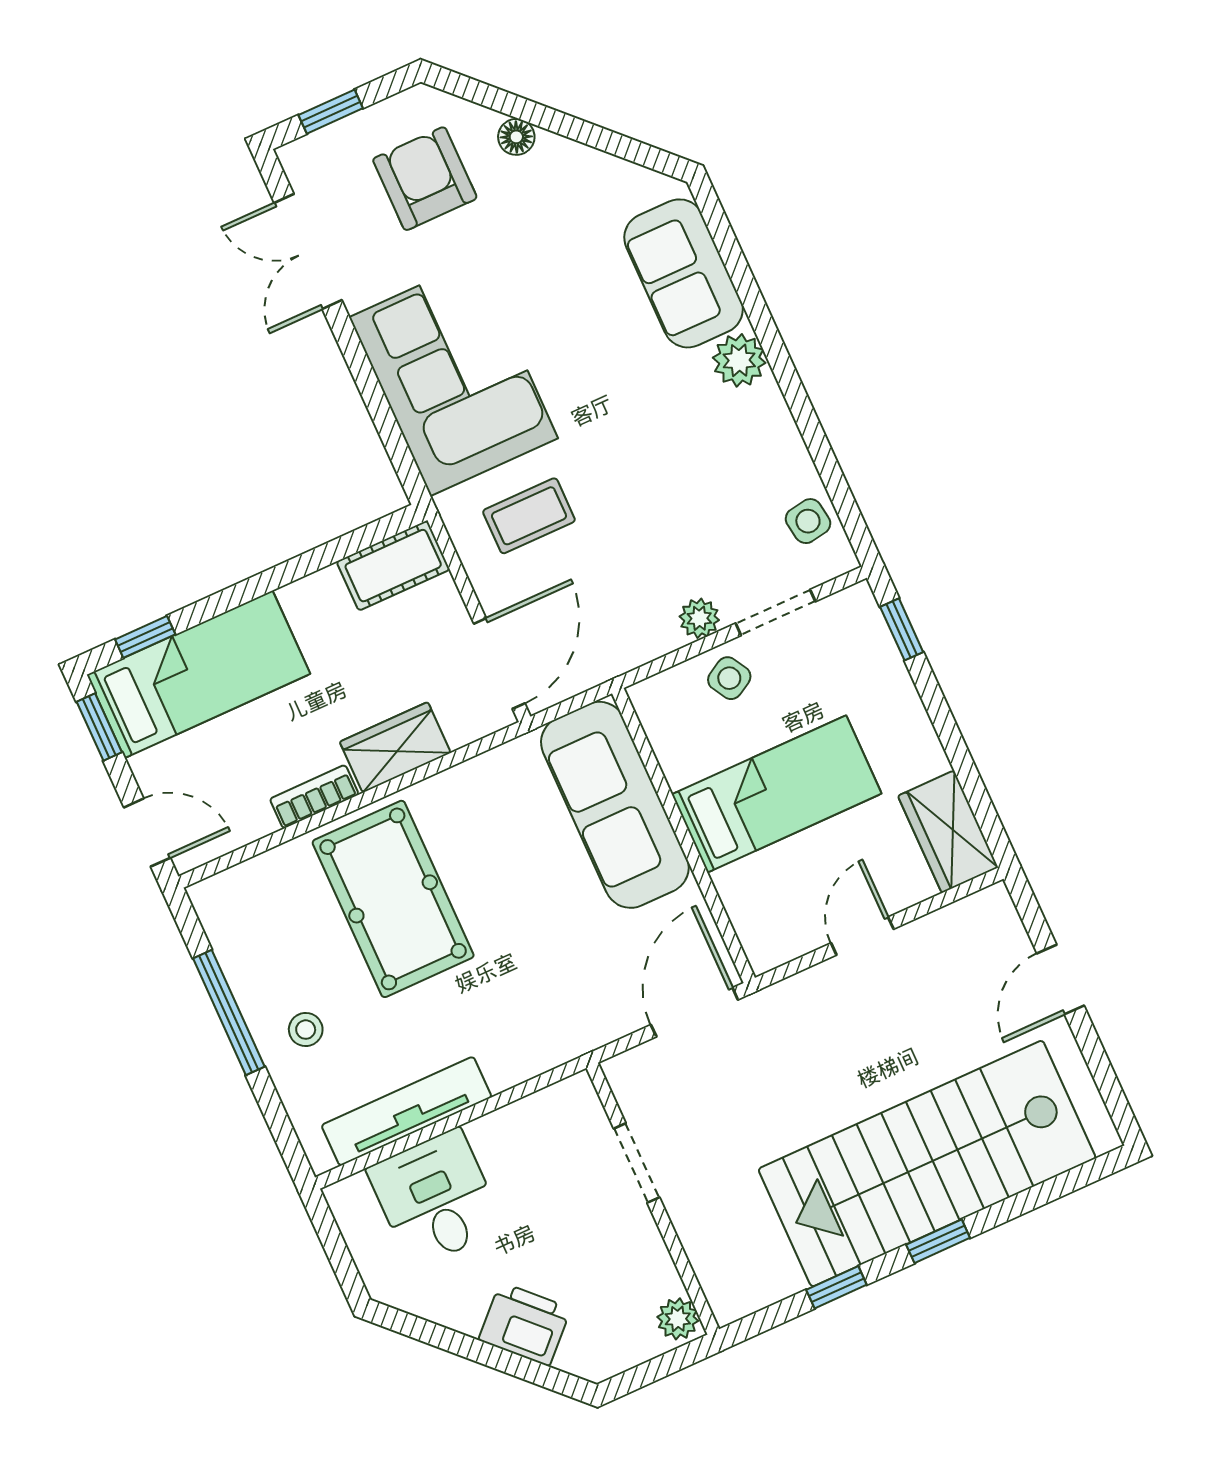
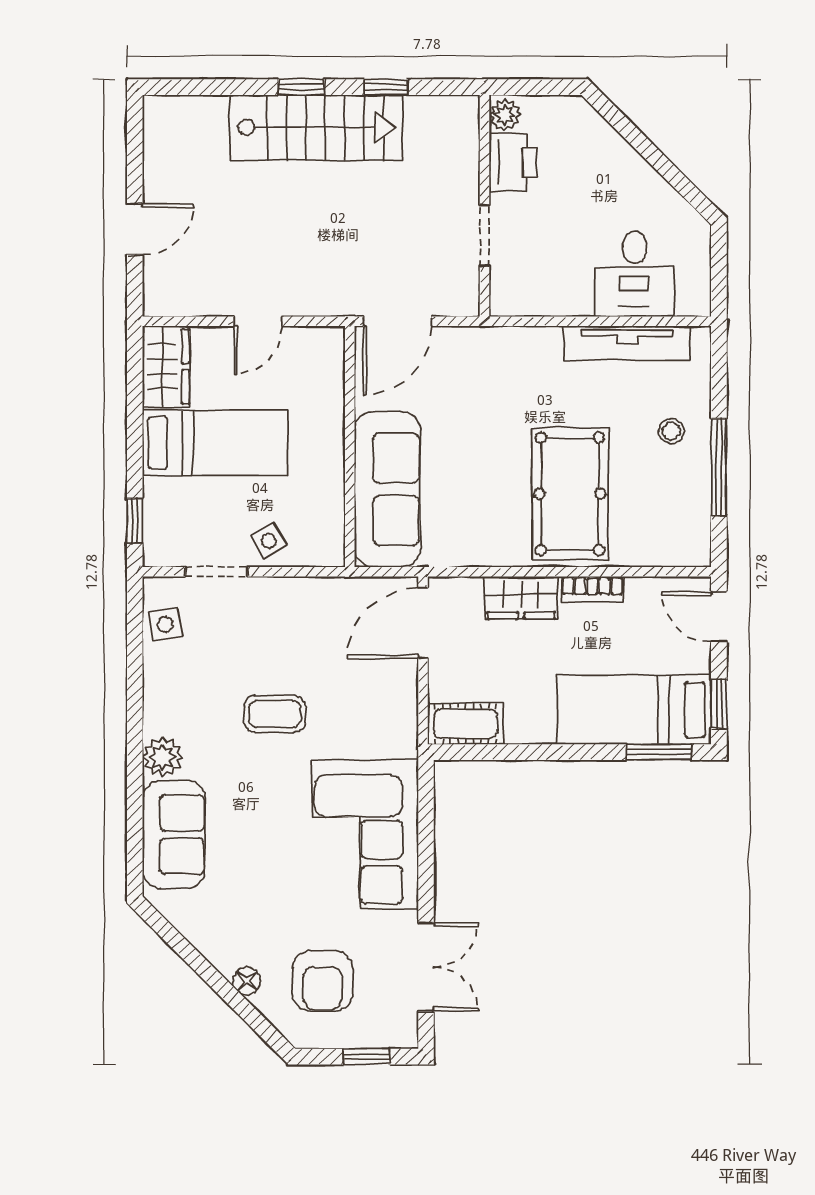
coffee table: (529, 516) -> (275, 714), moved
plant: (699, 618) -> (271, 592), removed
window: (145, 637) -> (659, 752), width x1.50
bed: (777, 794) -> (215, 443), moved, turned 180
stairs: (927, 1164) -> (316, 128), width x0.73, depth x0.66
printer: (525, 1324) -> (513, 163), moved, turned -135

